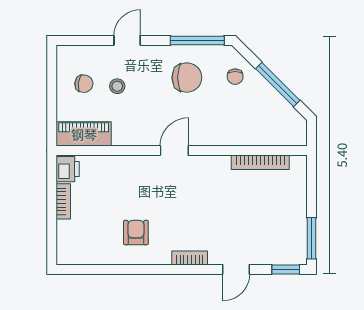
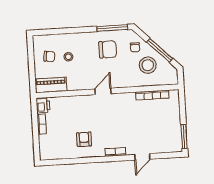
door: (127, 40) -> (72, 30), removed
stool: (255, 109) -> (148, 65), added
window: (286, 269) -> (170, 155), removed

